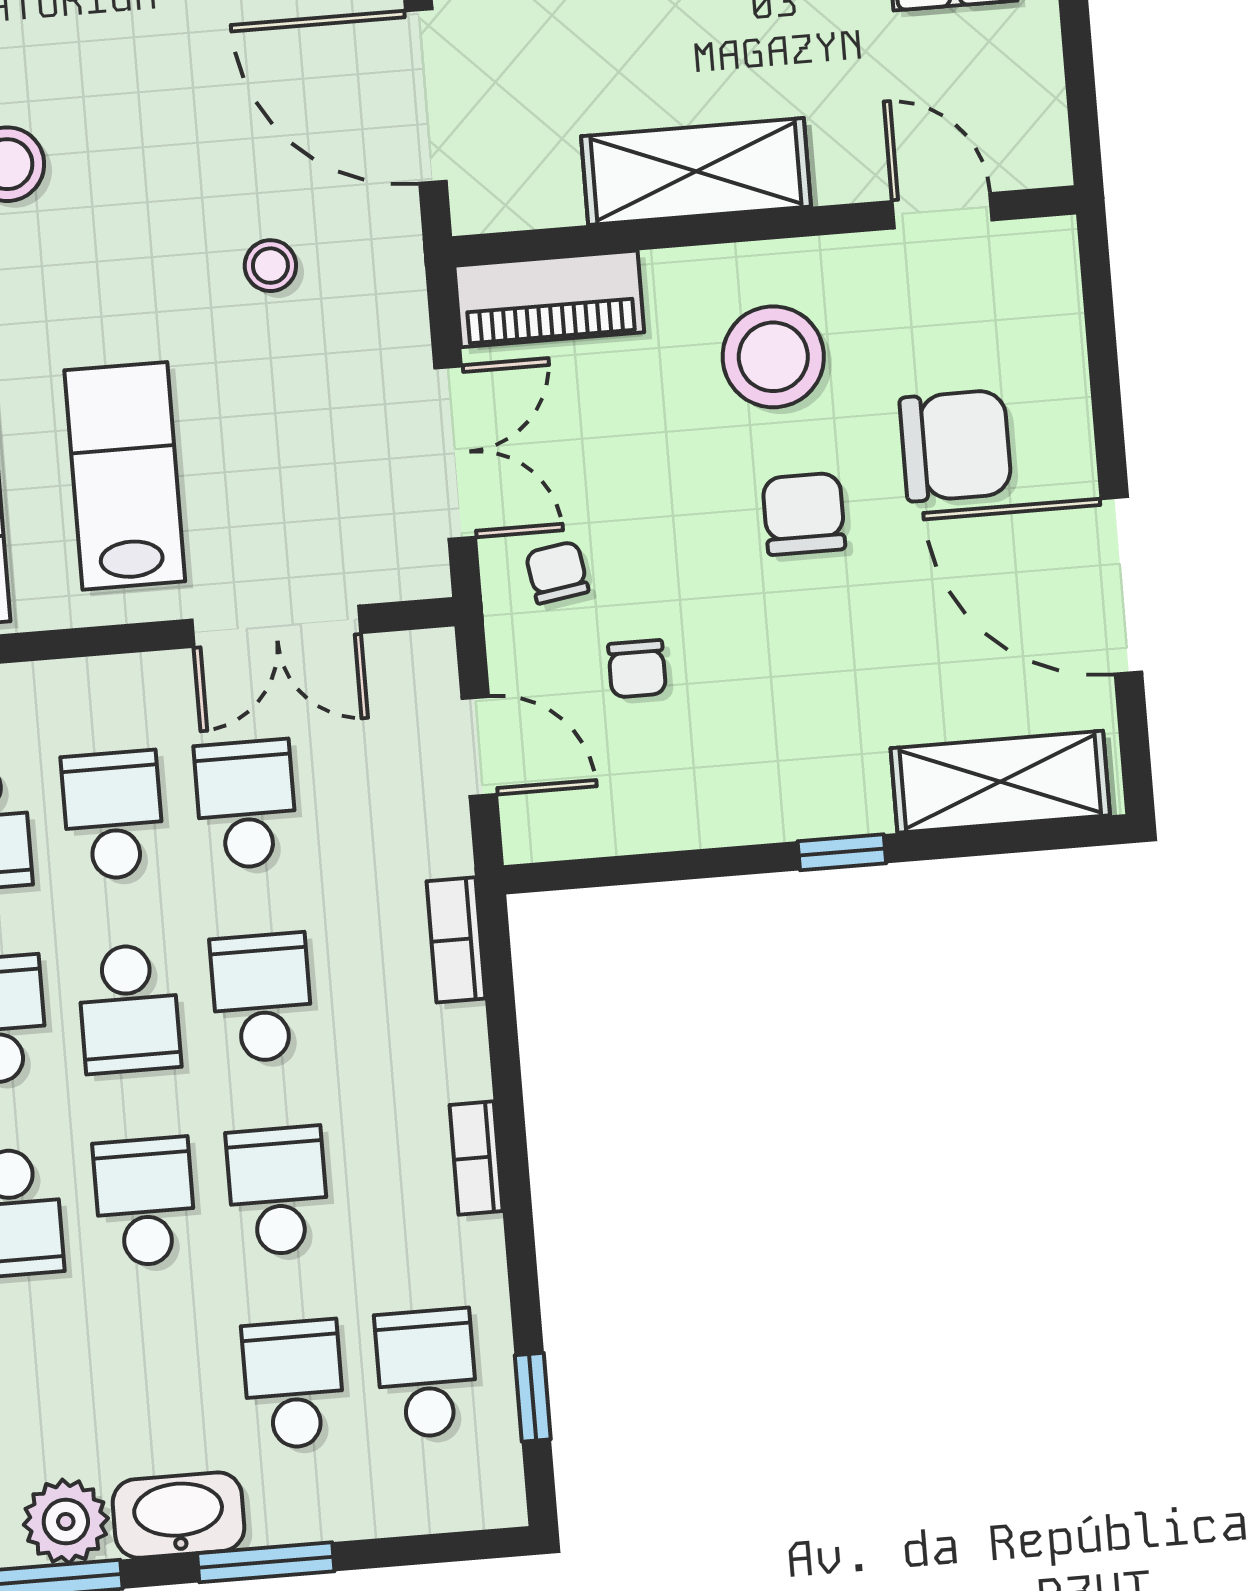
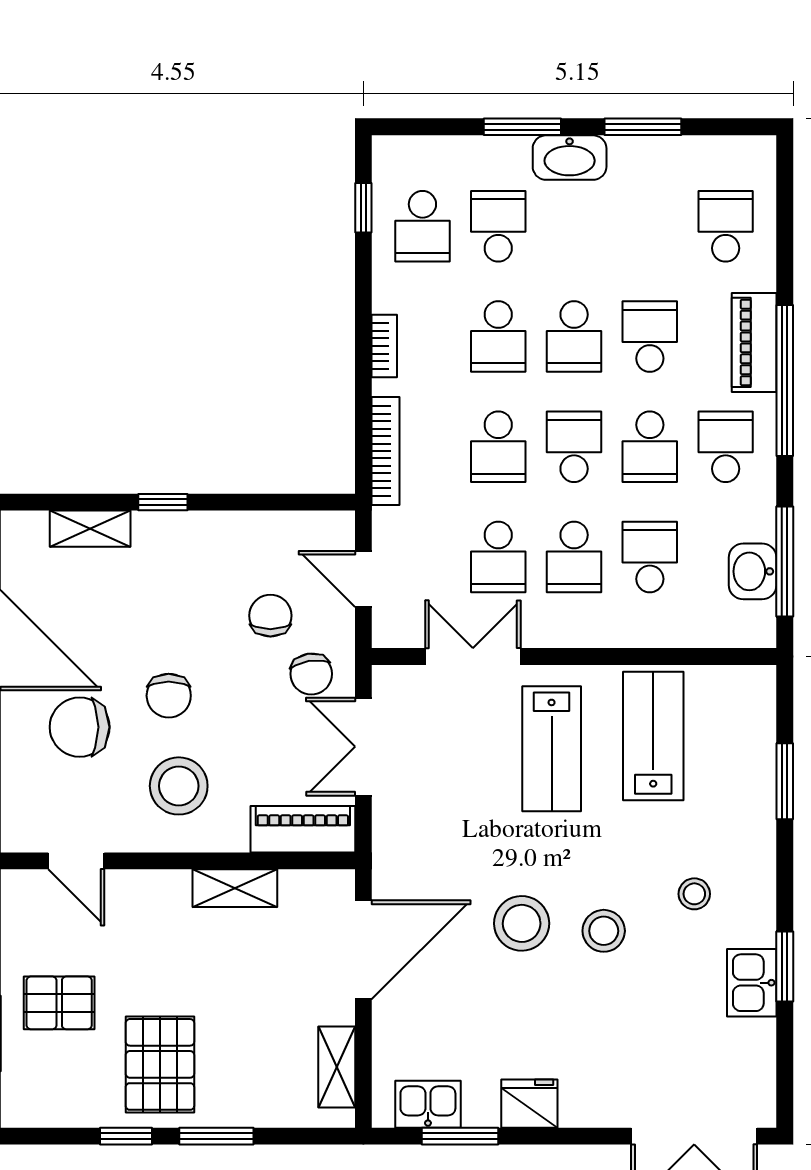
door: (426, 96) -> (363, 950), hinge flipped
shelving: (696, 171) -> (235, 888), width x0.67, depth x0.75
stool: (270, 266) -> (522, 923), moved, width x1.89, depth x1.89
chair: (557, 572) -> (311, 674), width x1.37, depth x1.37
chair: (637, 669) -> (270, 616), width x1.37, depth x1.37
shelving: (1000, 782) -> (90, 529), width x0.67, depth x0.75
bookcase: (456, 940) -> (386, 451), width x1.56
school desk: (294, 1384) -> (498, 226), turned 180
plant: (66, 1522) -> (634, 159), removed

